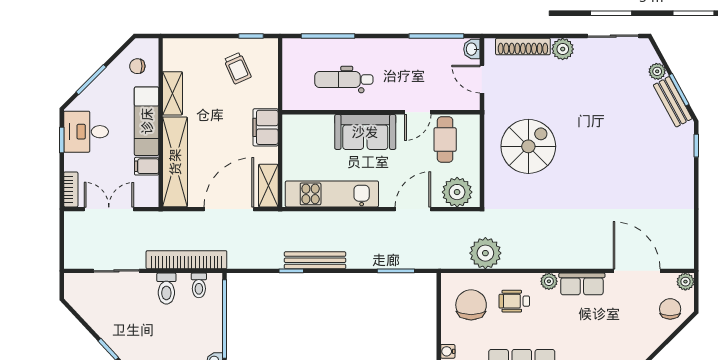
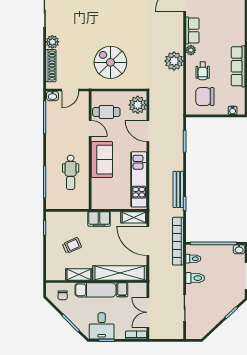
trolley: (238, 68) -> (72, 245), moved
plant: (485, 253) -> (174, 61), moved
bookcase: (186, 260) -> (178, 241), moved

